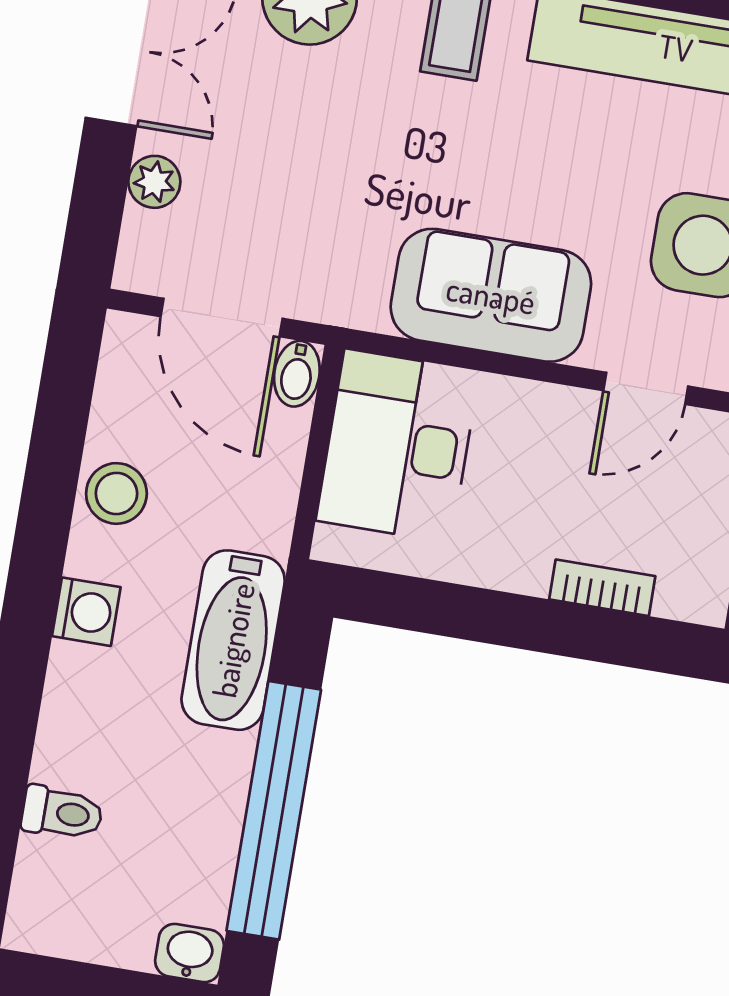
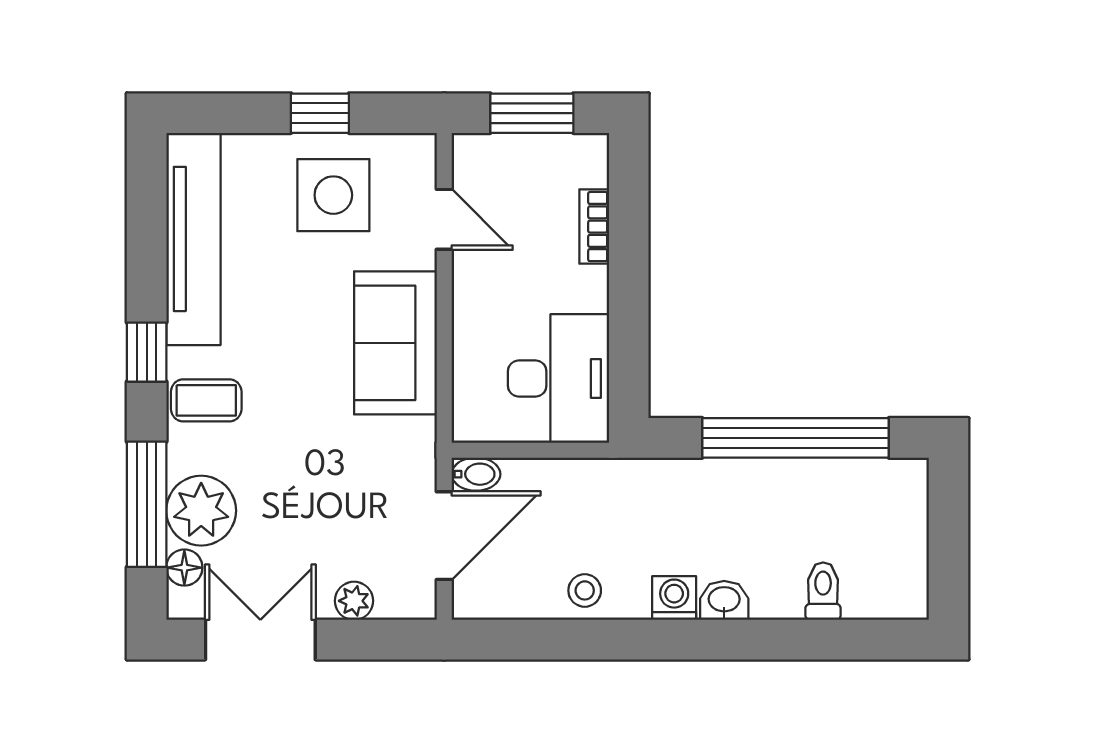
desk: (398, 446) -> (558, 378), moved, turned -90
stool: (116, 493) -> (585, 590), width x0.73, depth x0.73
bathtub: (233, 640) -> (677, 488), removed
washbasin: (189, 953) -> (724, 600), moved, turned 90

